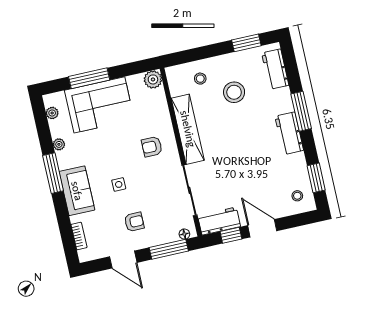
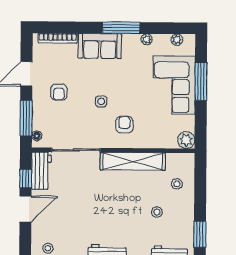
stool: (234, 92) -> (157, 212), width x0.53, depth x0.53
side table: (119, 184) -> (101, 101), moved
bookcase: (79, 236) -> (58, 38), width x1.56

